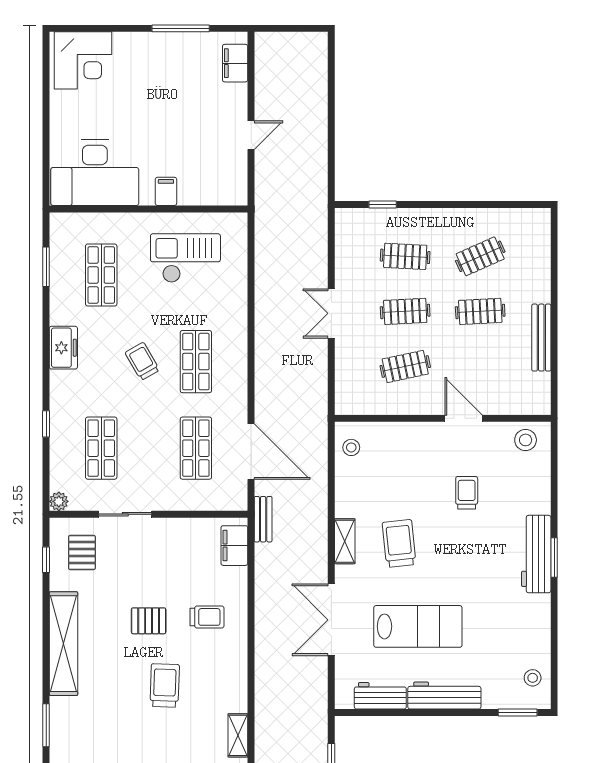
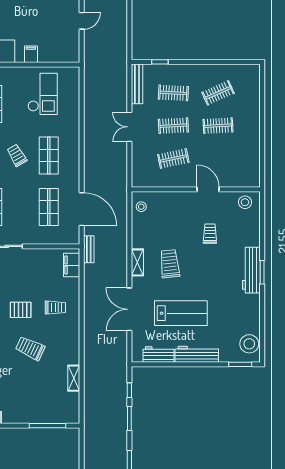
checkout: (185, 258) -> (43, 94), turned 90
bench: (541, 338) -> (137, 84), moved
stool: (533, 678) -> (249, 344), width x1.89, depth x1.89
trolley: (165, 685) -> (30, 348), turned -67

